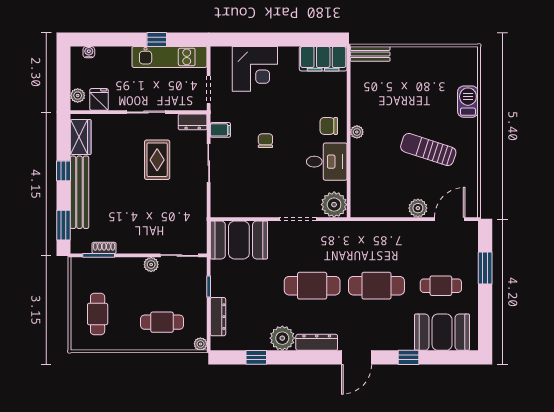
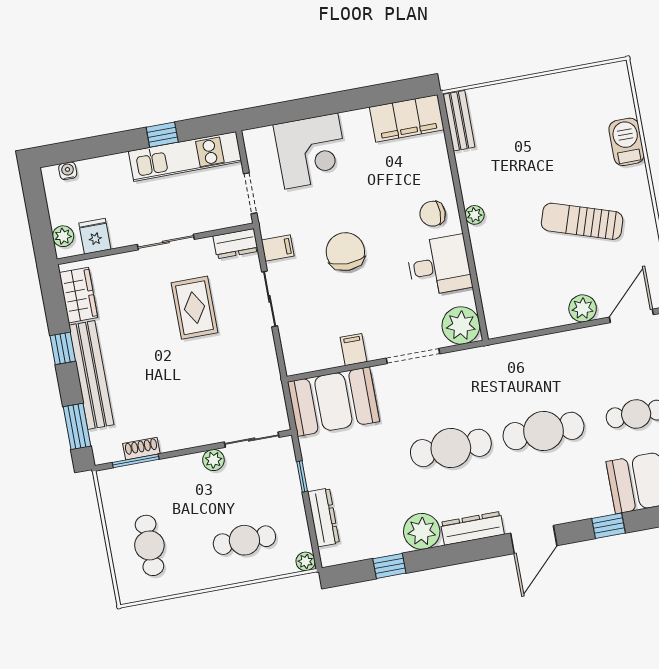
bench: (370, 54) -> (459, 121), moved, turned 90
chair: (265, 141) -> (345, 252), width x1.87, depth x1.87
filing cabinet: (259, 208) -> (354, 350), added

